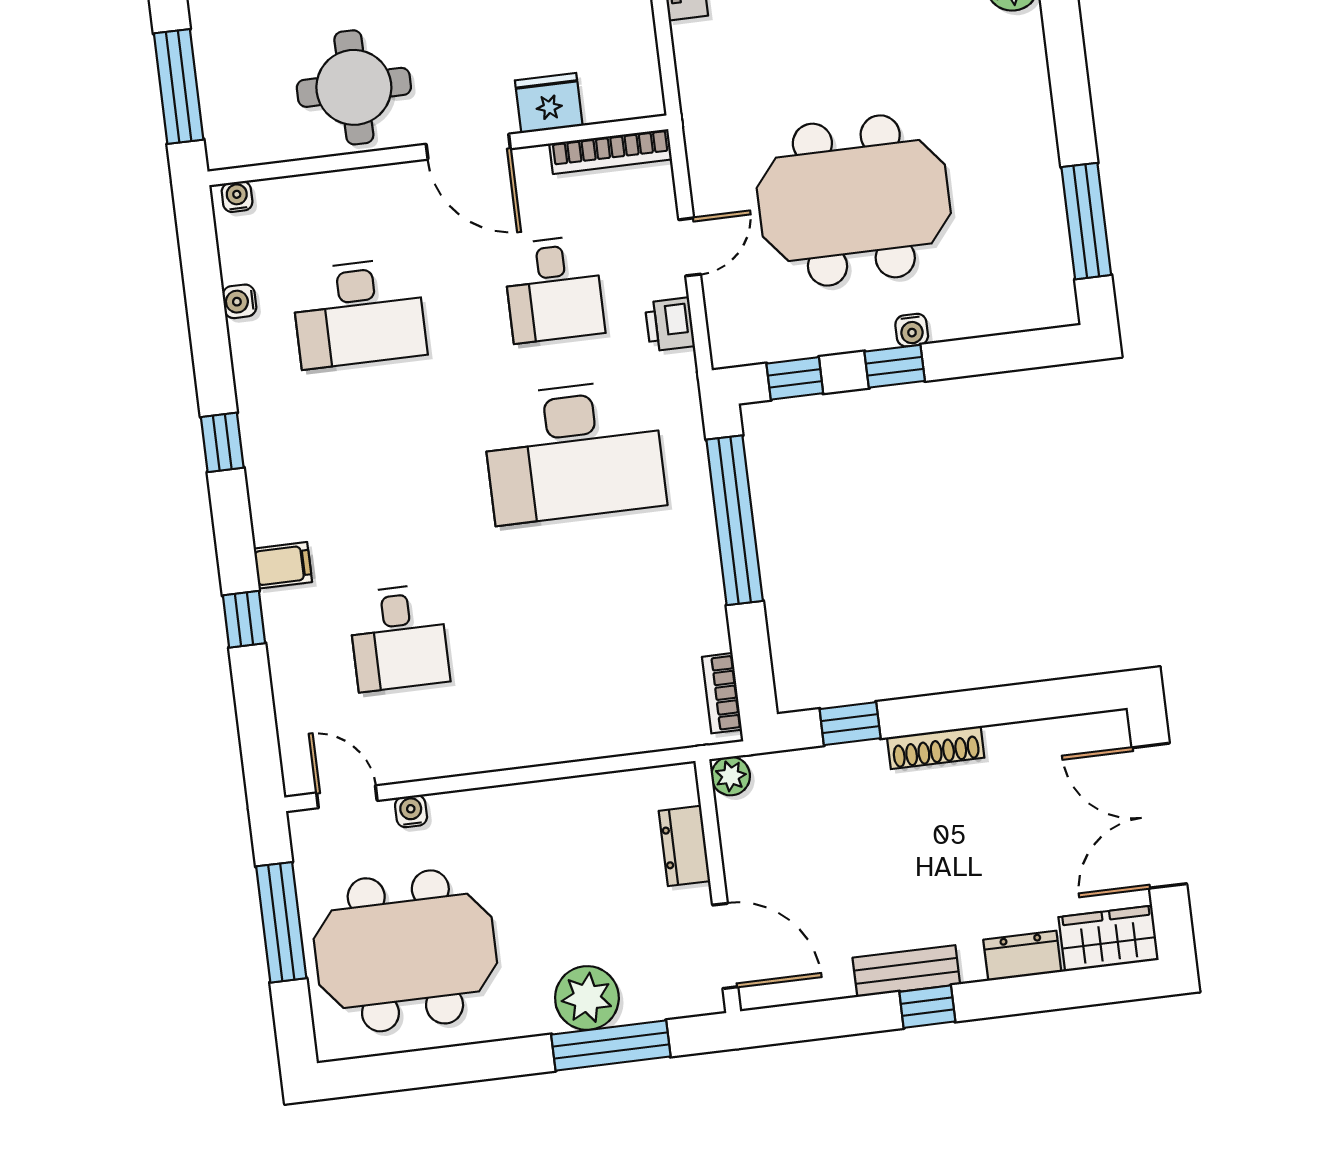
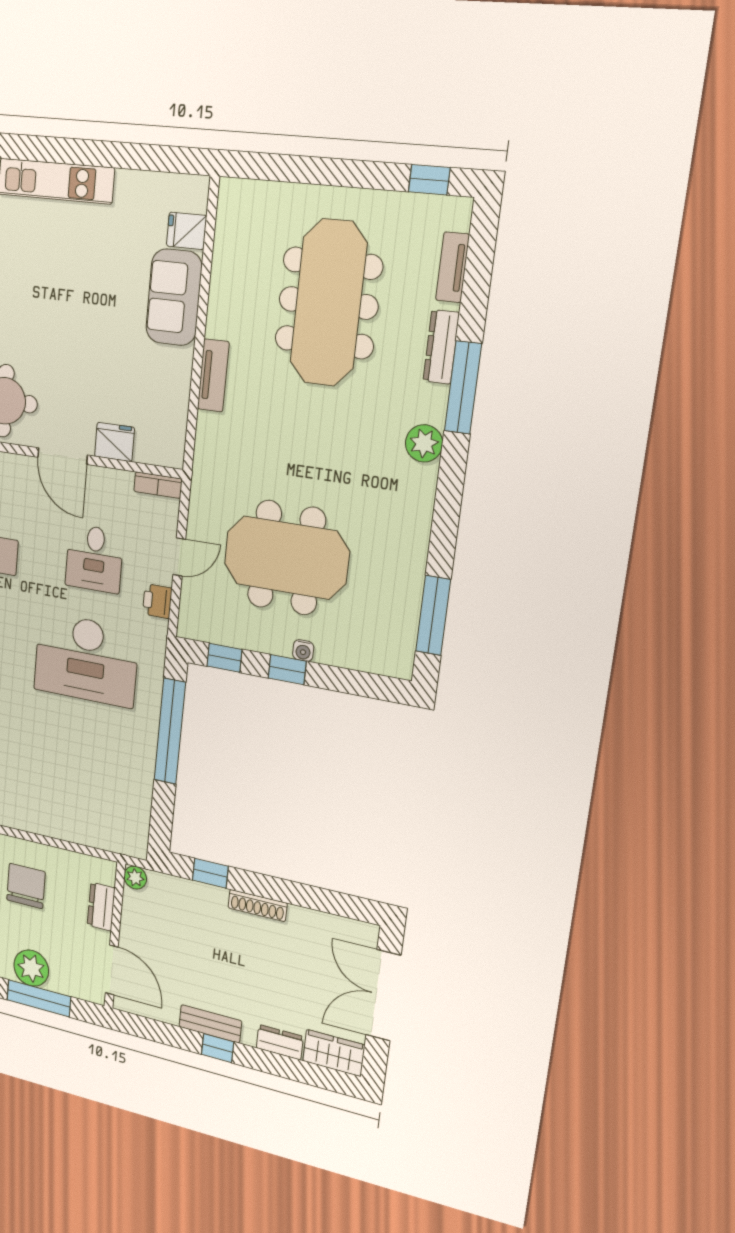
bookcase: (611, 151) -> (158, 485), width x0.64
bookcase: (722, 693) -> (141, 829), removed
chair: (549, 860) -> (26, 886), added

